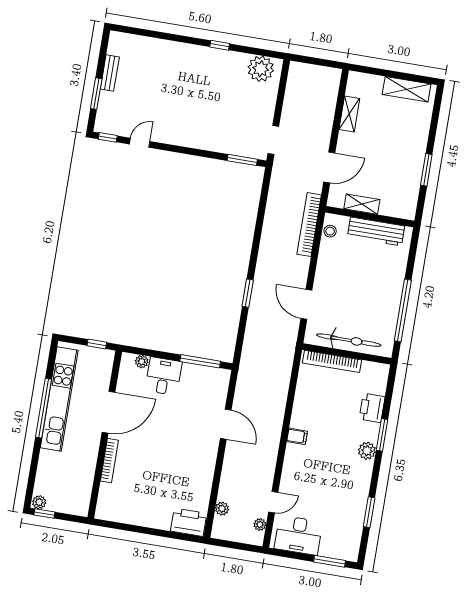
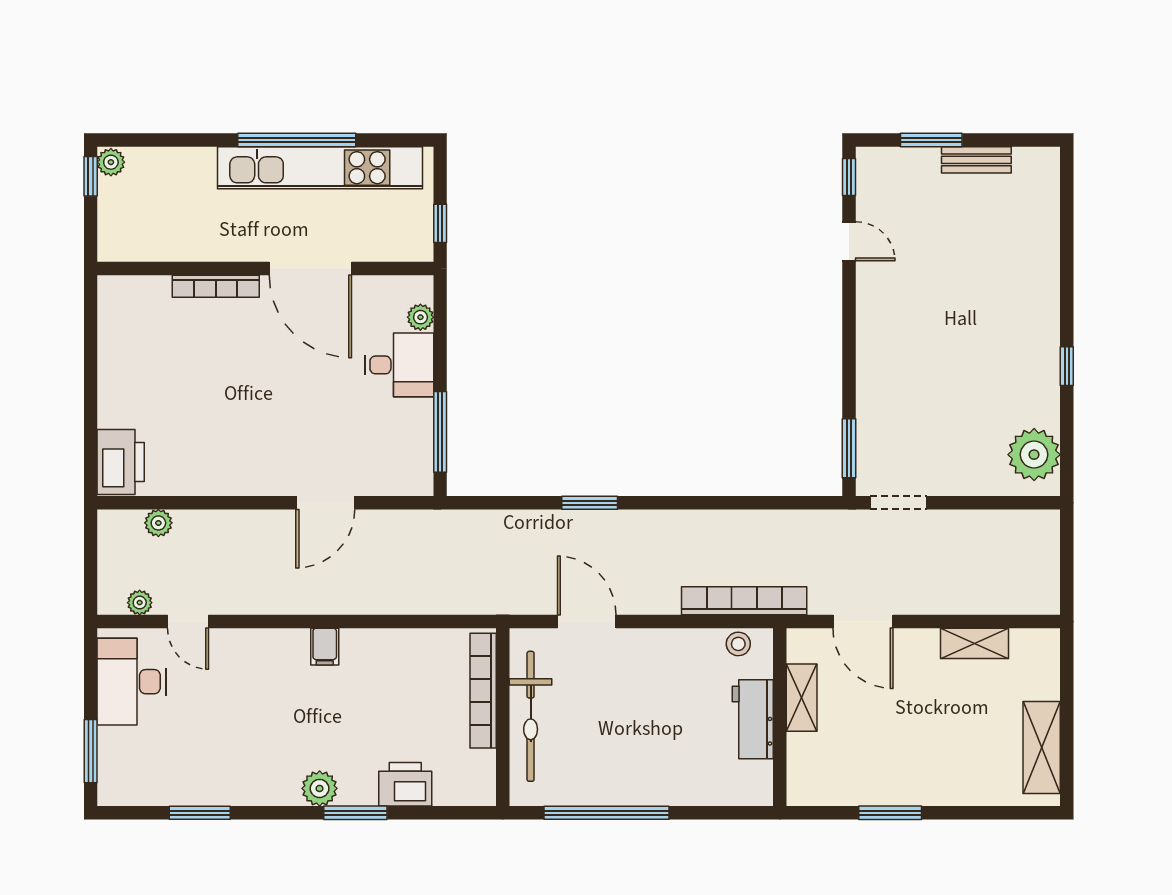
workbench: (376, 231) -> (753, 719), width x0.73
door: (306, 304) -> (587, 621), hinge flipped

